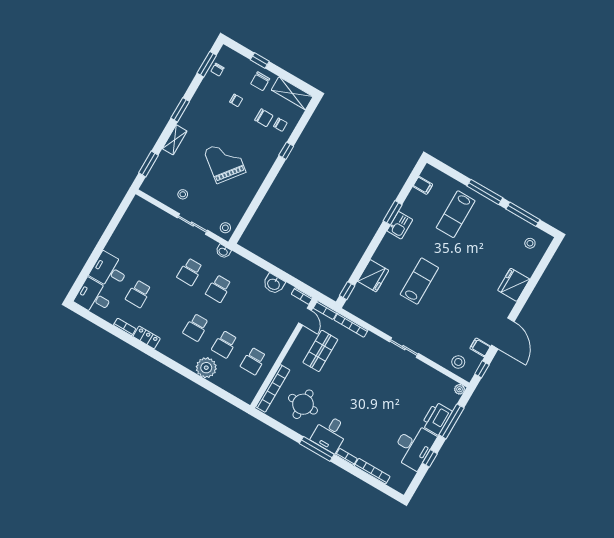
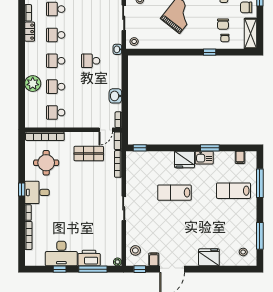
window: (485, 192) -> (260, 183), moved
school desk: (190, 272) -> (56, 35), moved
fridge: (373, 276) -> (185, 159), moved
lab bench: (419, 281) -> (174, 193), turned 180
window: (317, 449) -> (22, 189), width x0.46

